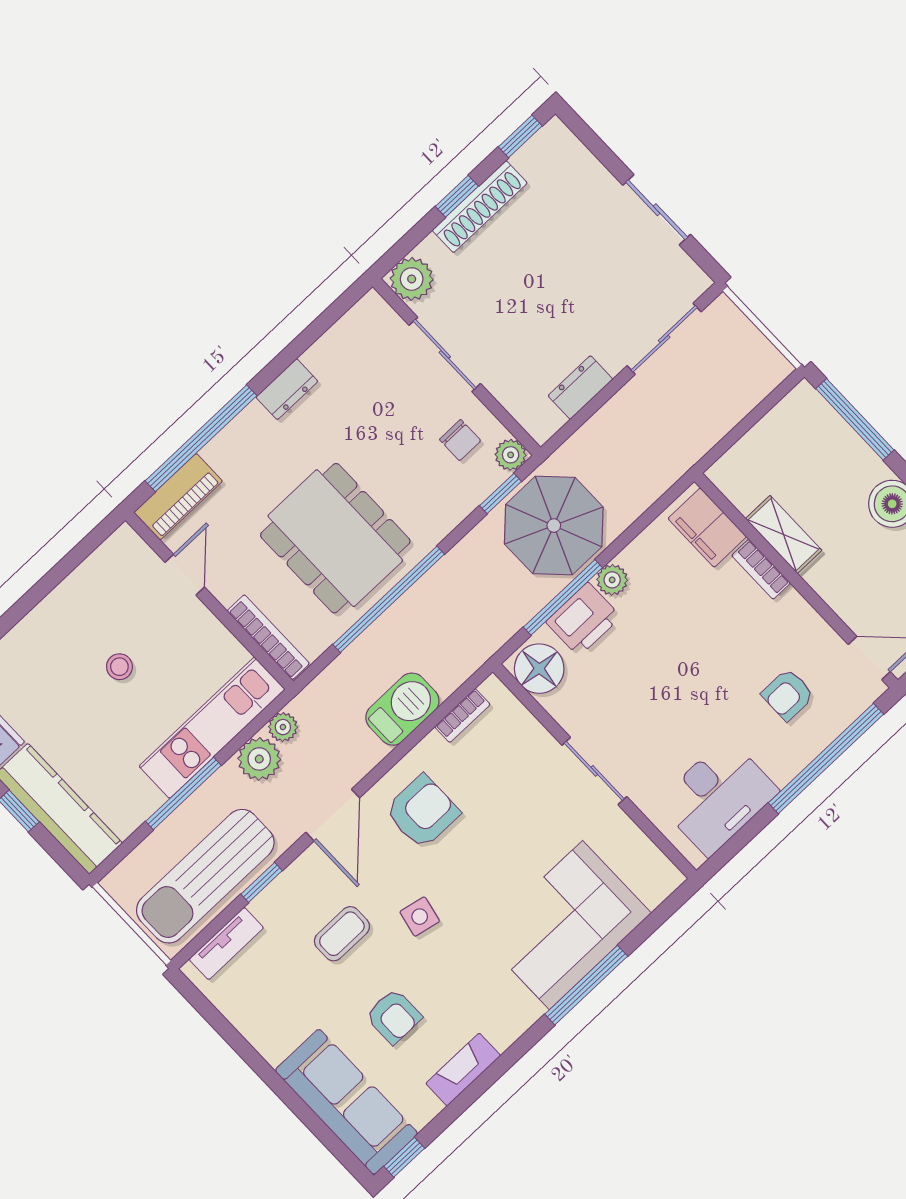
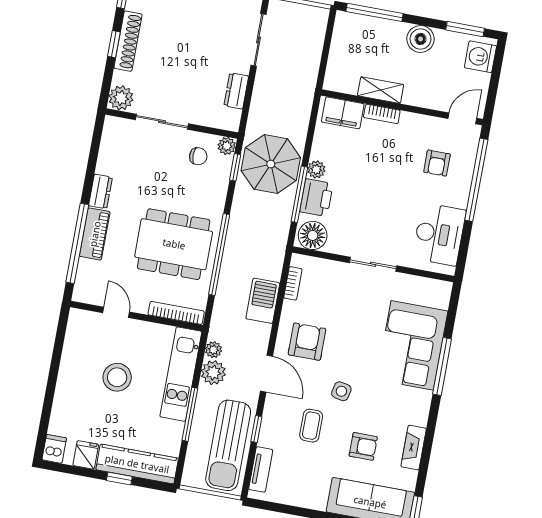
piano: (178, 497) -> (95, 234), moved
stool: (119, 667) -> (117, 377), width x1.89, depth x1.89

